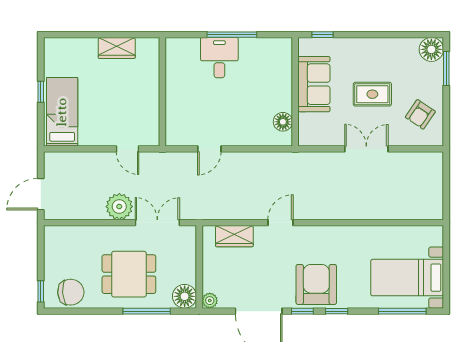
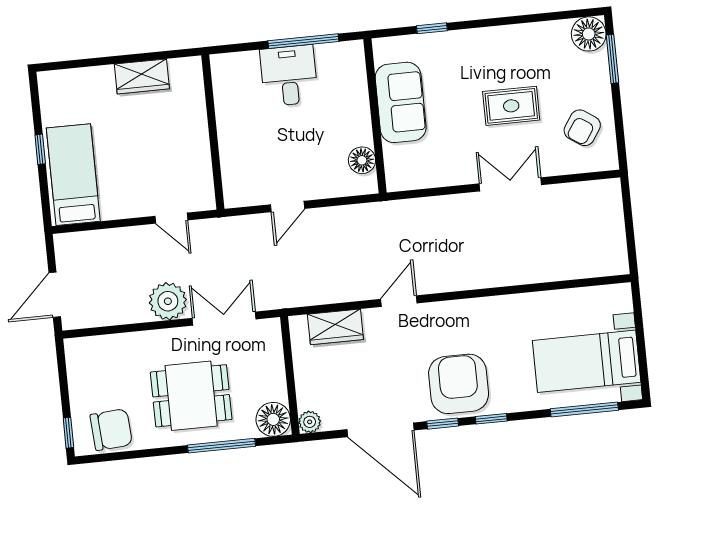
sofa: (314, 84) -> (401, 102), moved
wall: (295, 92) -> (375, 116), moved
floor lamp: (283, 122) -> (362, 160), moved

